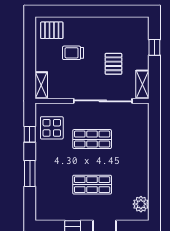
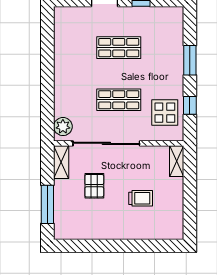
pallet: (52, 30) -> (165, 224), removed
window: (154, 47) -> (47, 204), width x2.17
plant: (141, 204) -> (63, 127), moved

